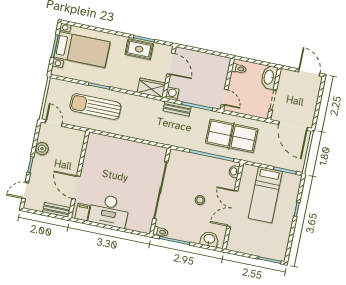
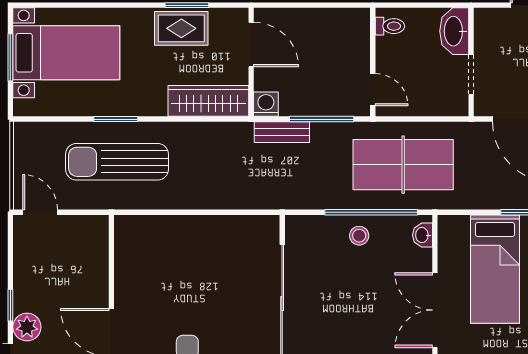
wardrobe: (151, 88) -> (208, 101), width x1.50
plant: (42, 149) -> (27, 327), moved
stool: (200, 200) -> (359, 236), moved

